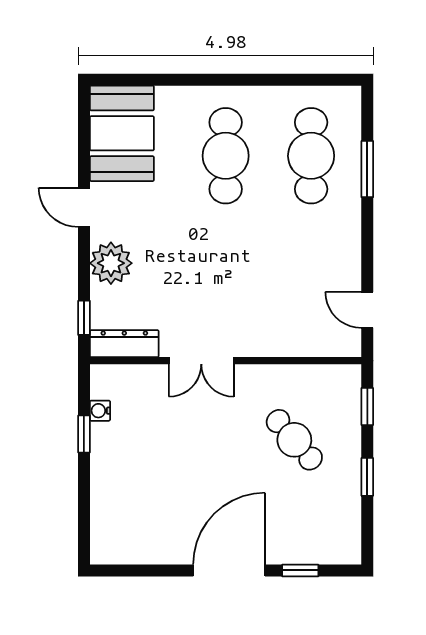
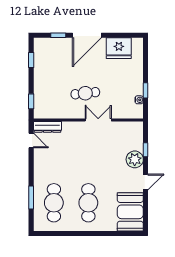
door: (84, 207) -> (146, 182), hinge flipped
window: (84, 318) -> (146, 150), moved
dresser: (124, 344) -> (47, 127), moved
cafe table: (294, 440) -> (85, 93), moved, turned -55
window: (367, 477) -> (31, 60), moved
fridge: (150, 539) -> (119, 48), added

